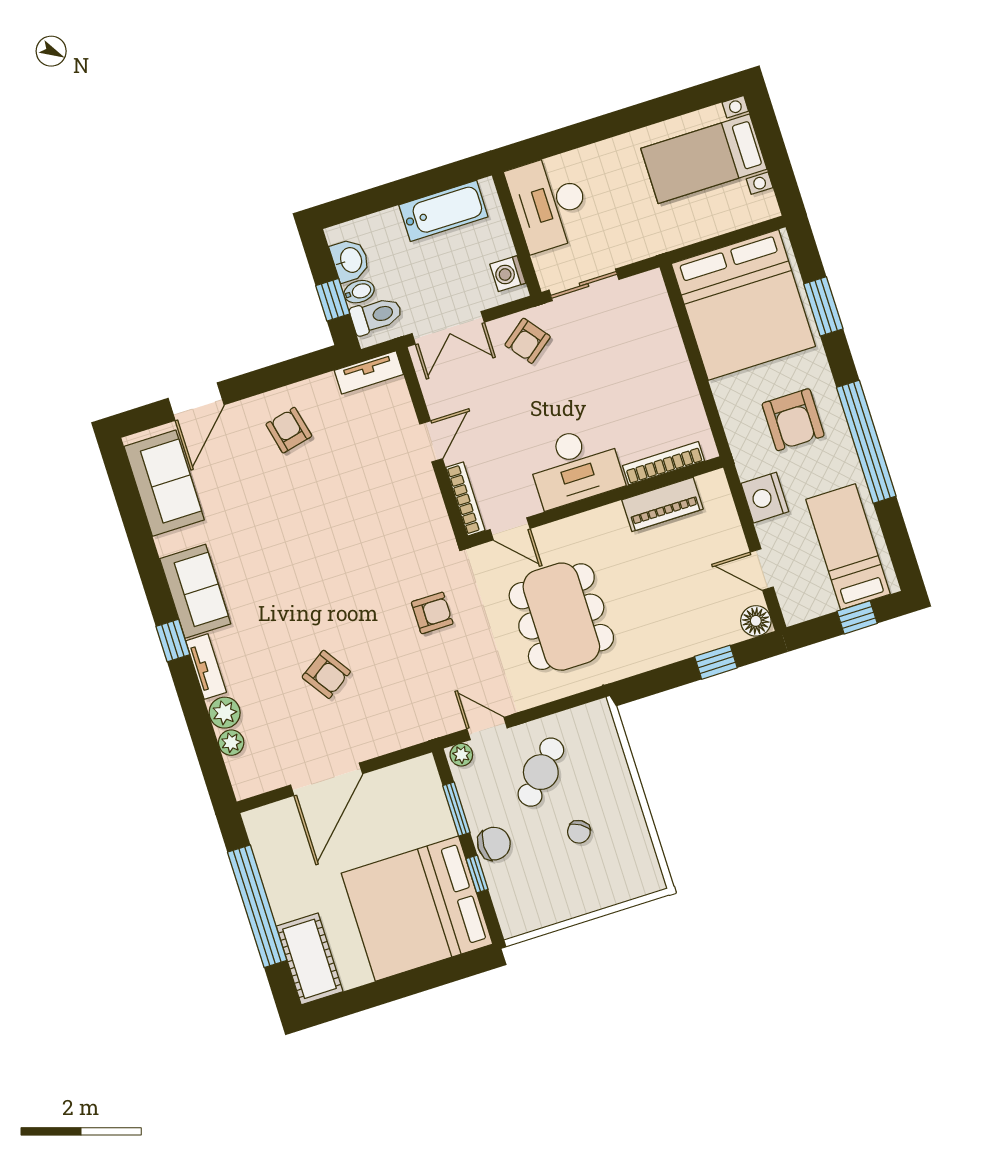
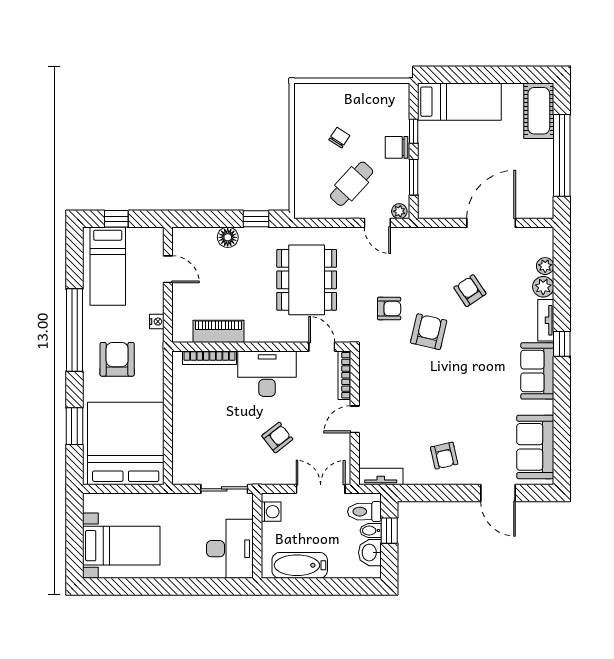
armchair: (528, 341) -> (277, 438), moved
door: (196, 402) -> (498, 493), swing flipped
nightstand: (765, 498) -> (157, 322), width x0.53, depth x0.56
armchair: (366, 598) -> (429, 332), added
armchair: (432, 613) -> (389, 309), turned 180
floor lamp: (756, 621) -> (228, 237), moved
window: (716, 662) -> (256, 219), moved
bed: (417, 909) -> (459, 102), width x0.49

